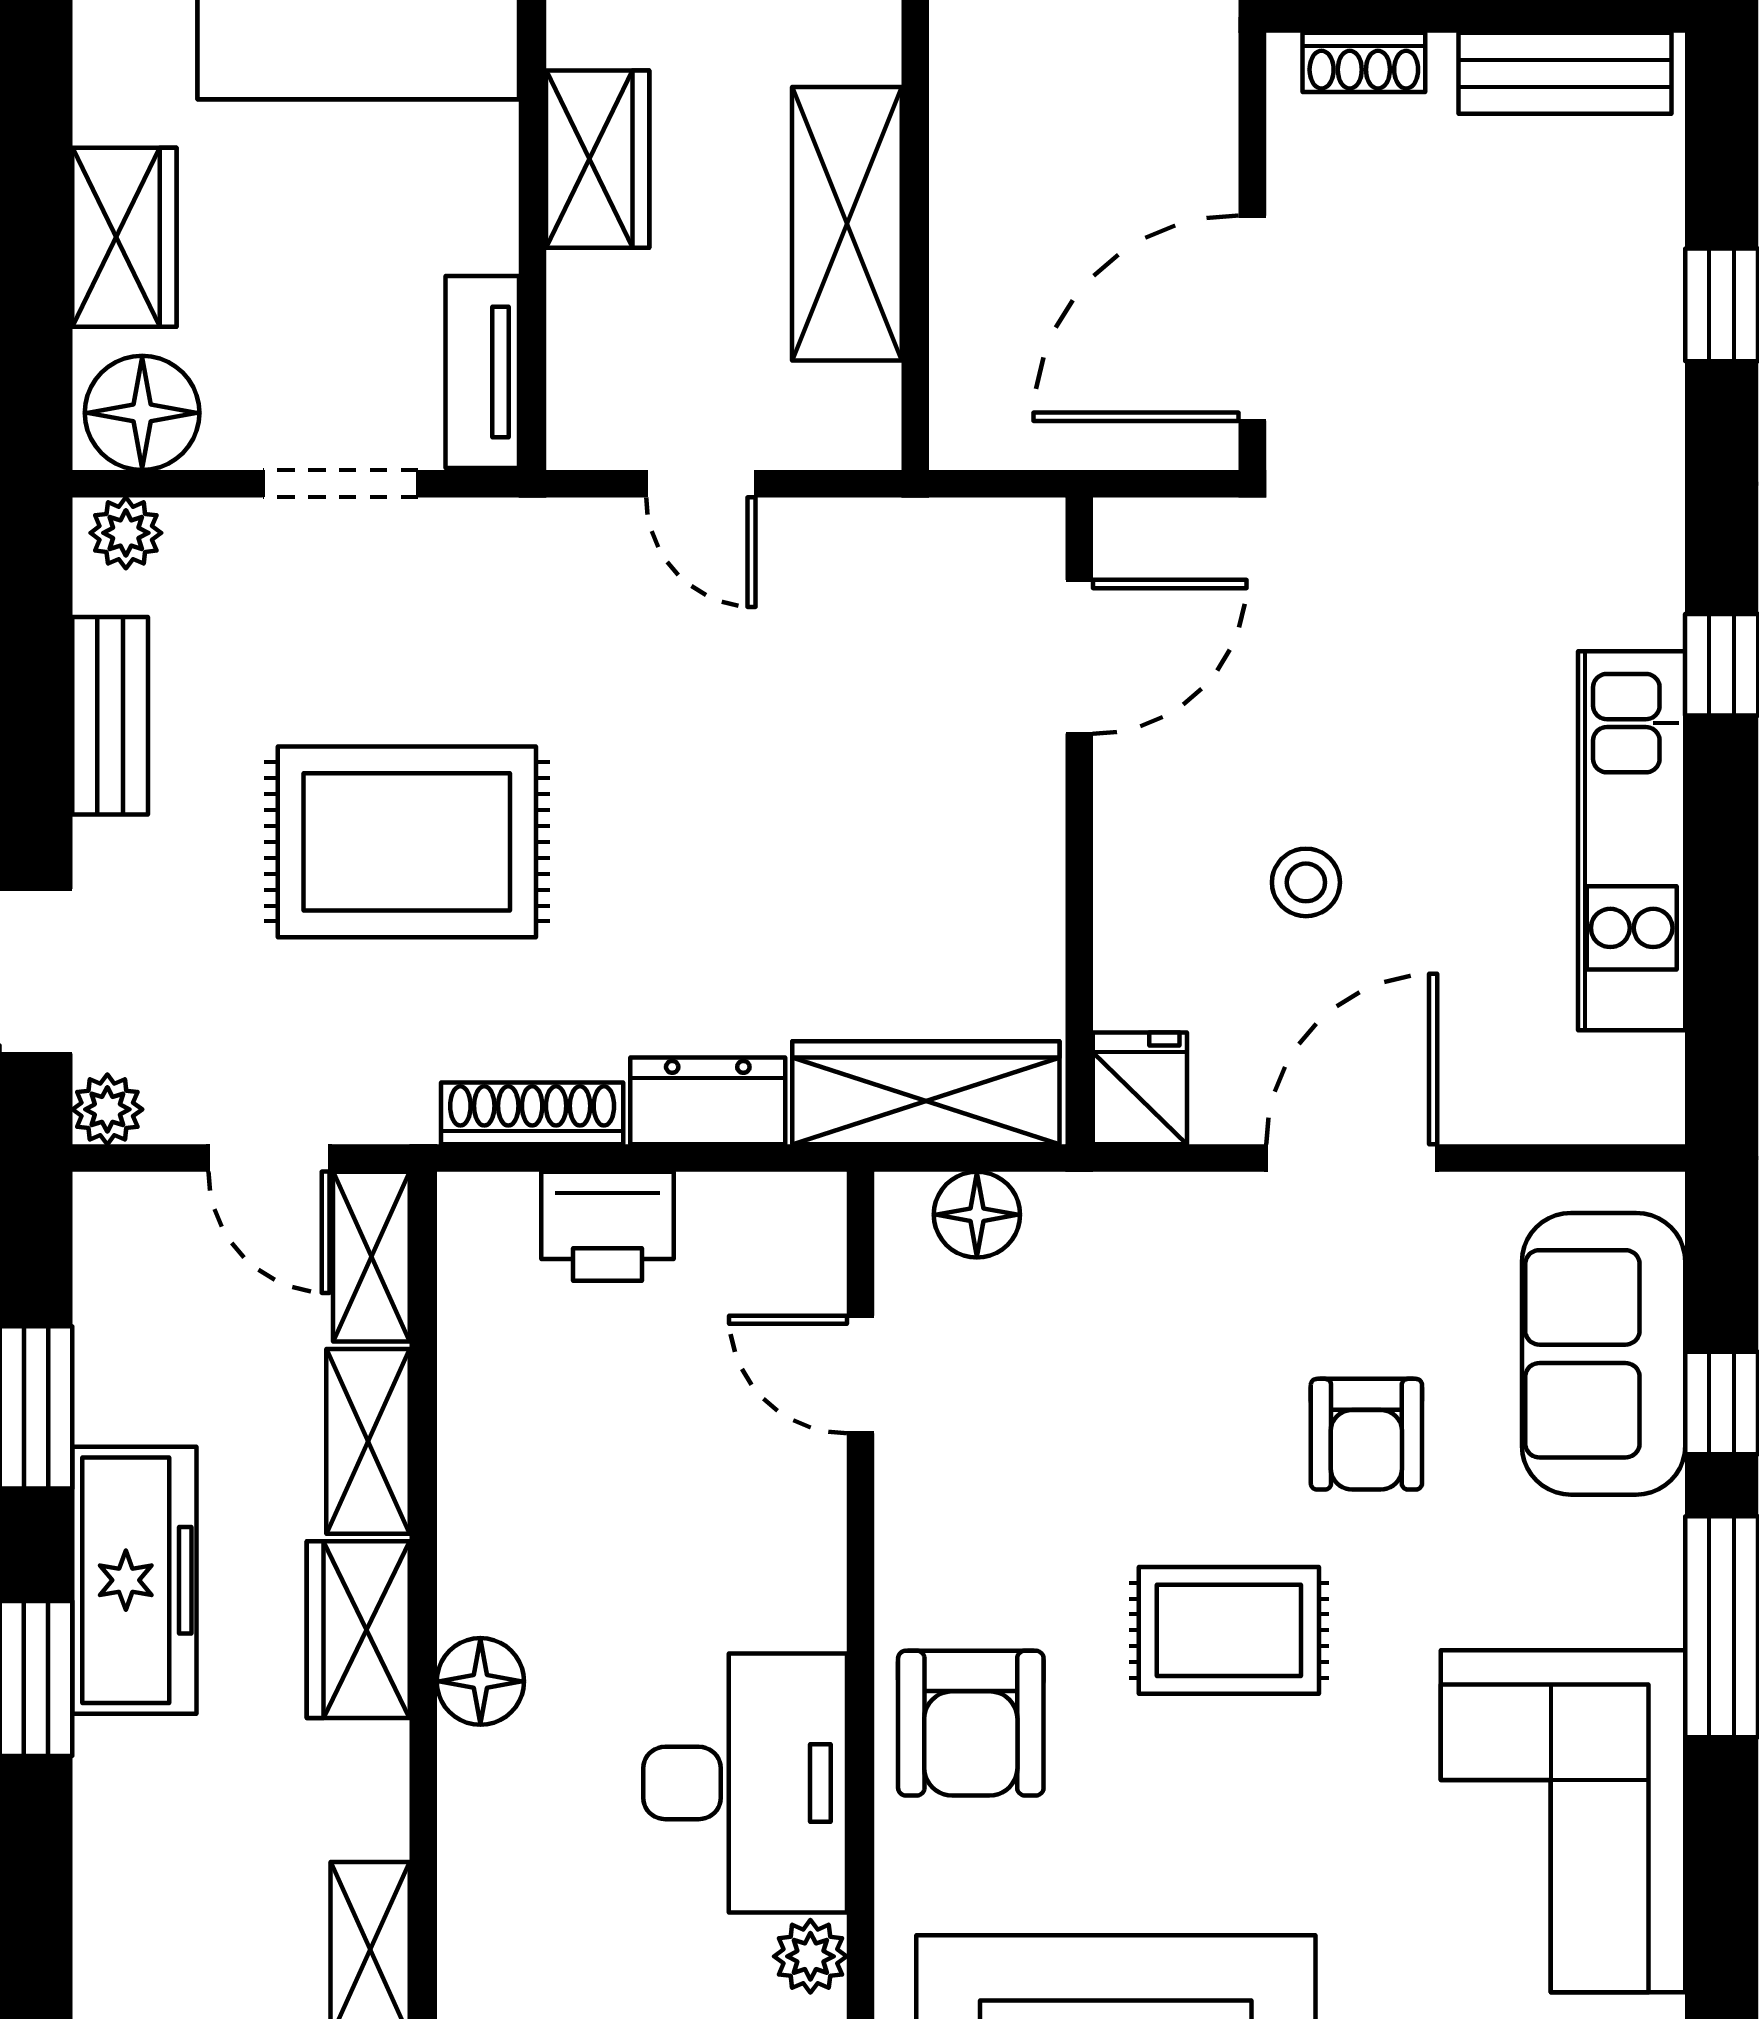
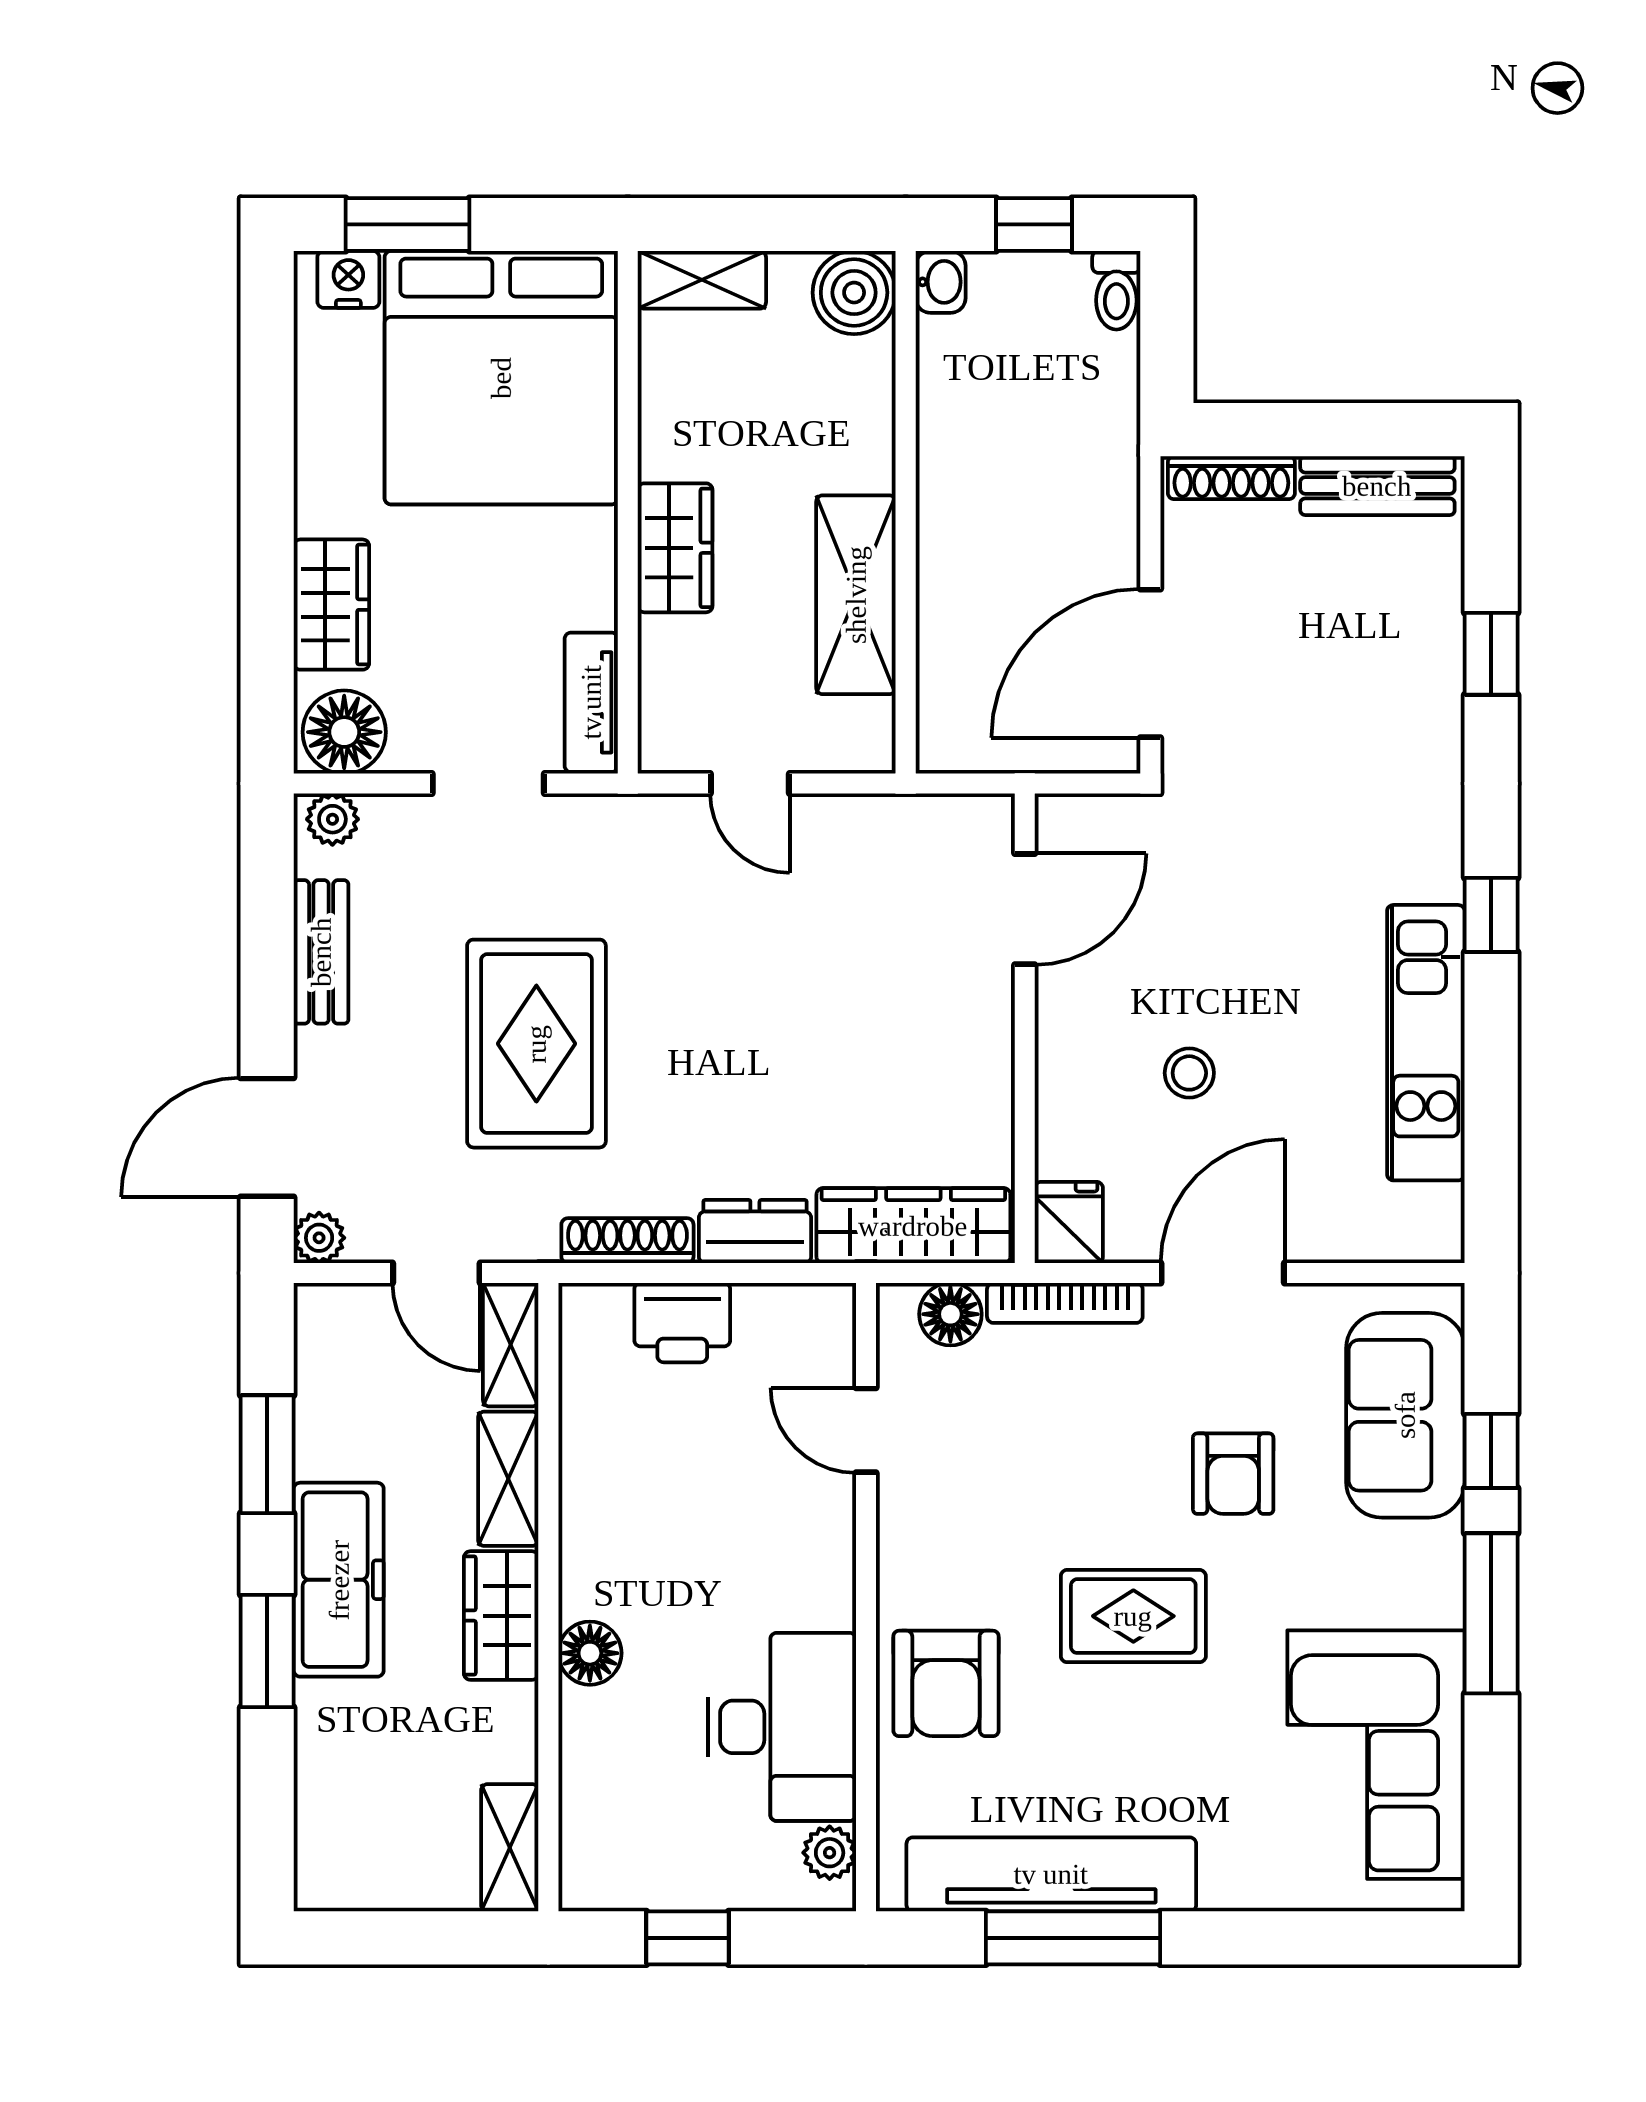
shoe rack: (1364, 62) -> (1231, 478), width x1.43
rug: (407, 842) -> (536, 1044), turned 90
bookcase: (1135, 1199) -> (1065, 1303), added

